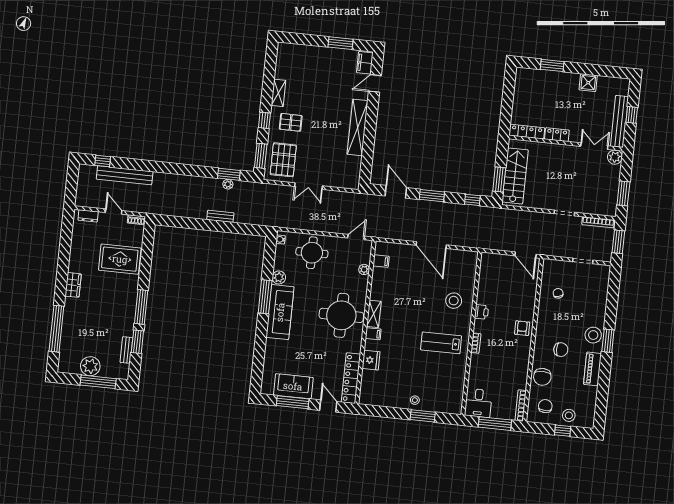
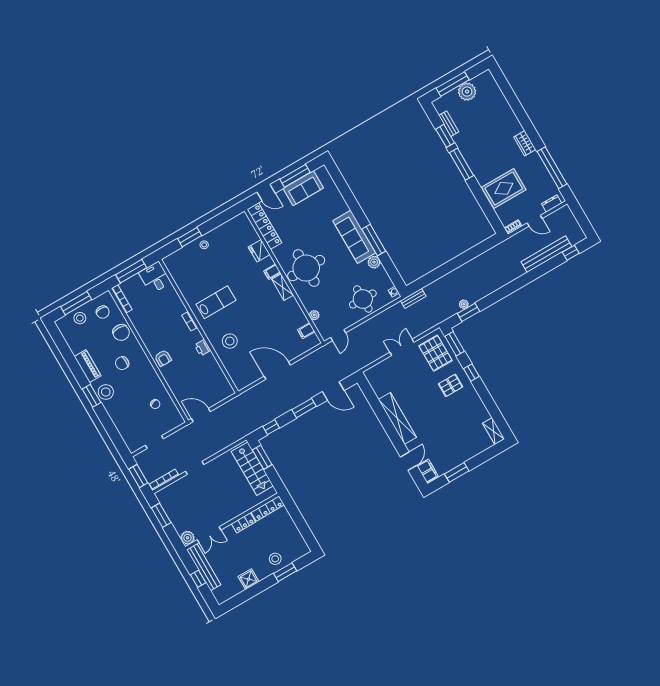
stool: (552, 83) -> (275, 559), added
shelving: (278, 93) -> (494, 431), moved
bench: (220, 216) -> (413, 298), moved
window: (56, 329) -> (552, 168), moved
chair: (542, 377) -> (121, 332), turned 180
window: (563, 431) -> (76, 303), width x2.17

